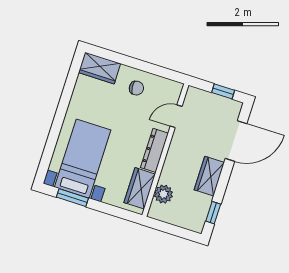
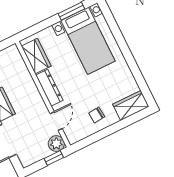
window: (223, 91) -> (54, 158), moved
plant: (163, 194) -> (56, 144), moved

